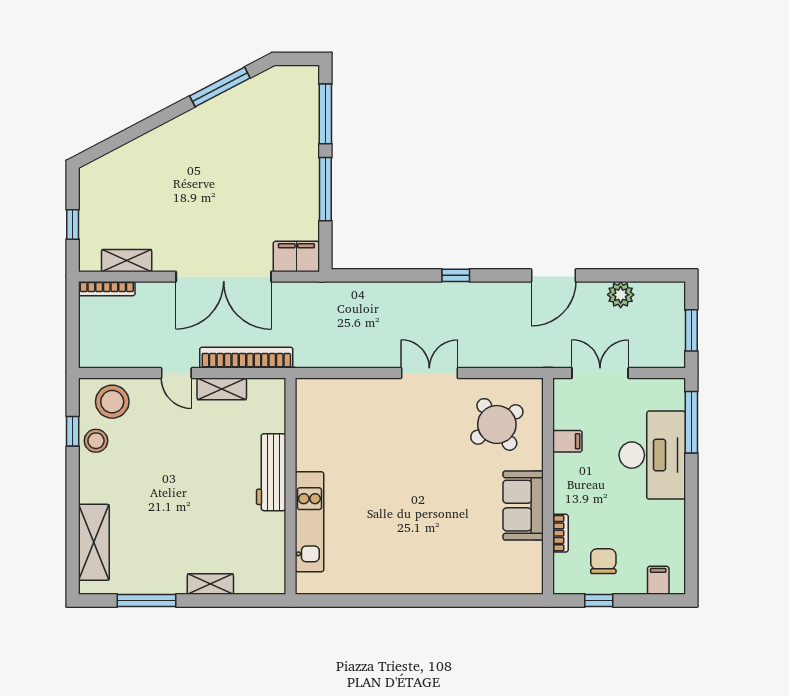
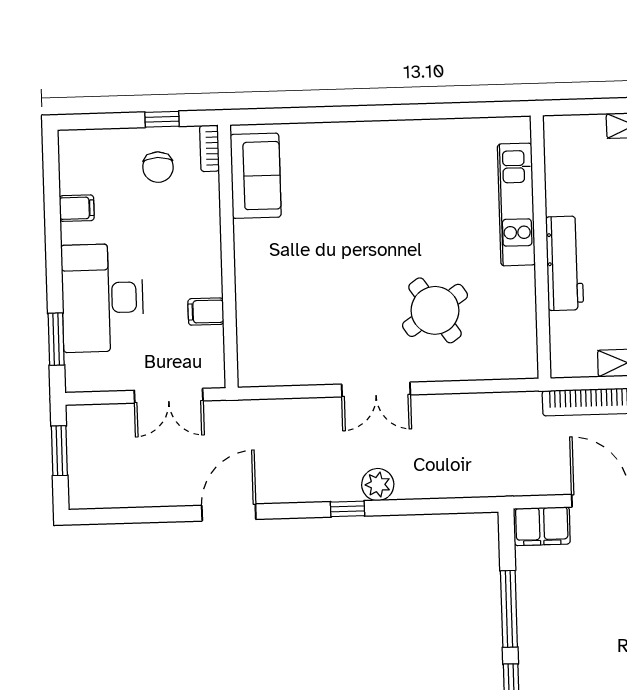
plant: (621, 295) -> (378, 485), moved
window: (691, 422) -> (56, 339), width x0.69
round table: (497, 424) -> (435, 310), moved
sofa: (523, 506) -> (256, 176), moved
bookcase: (560, 533) -> (209, 148), moved
filing cabinet: (658, 580) -> (77, 208), moved, turned -90

